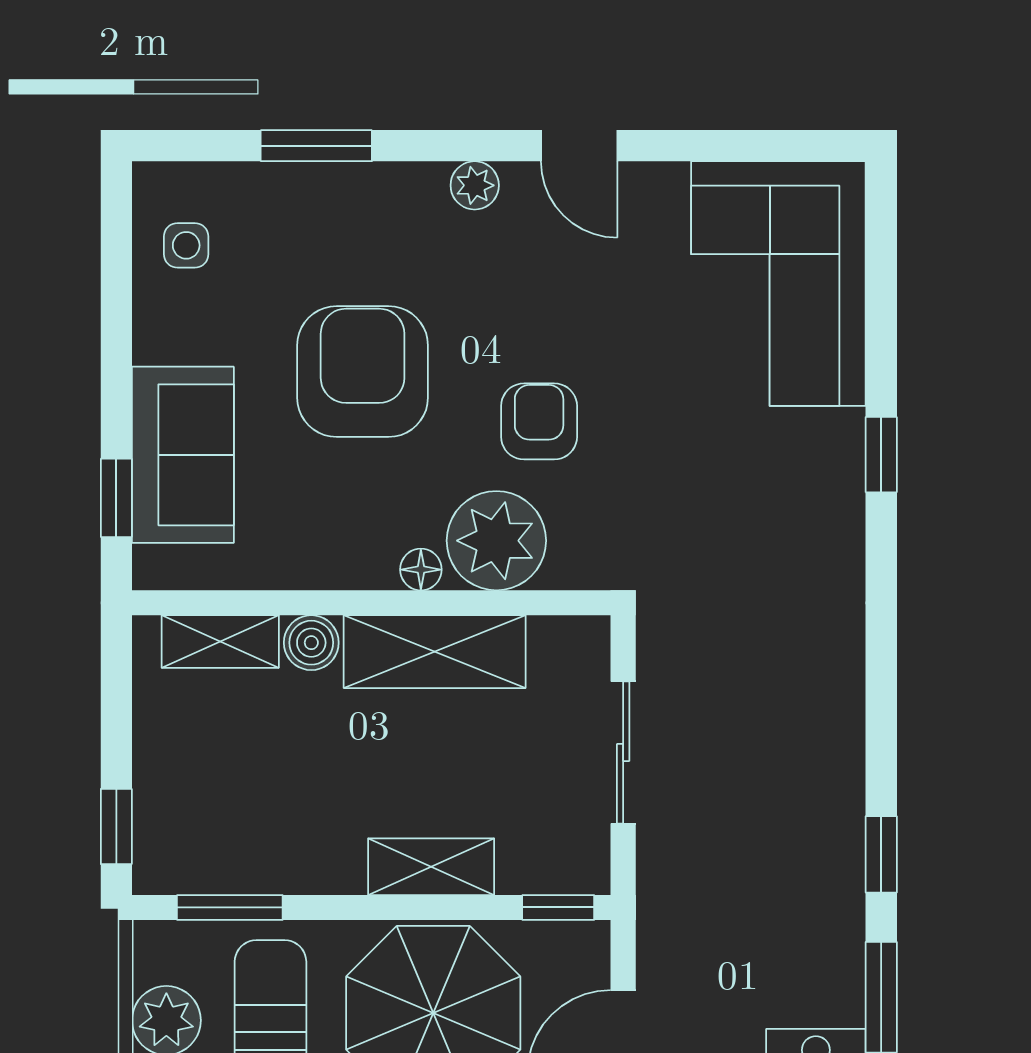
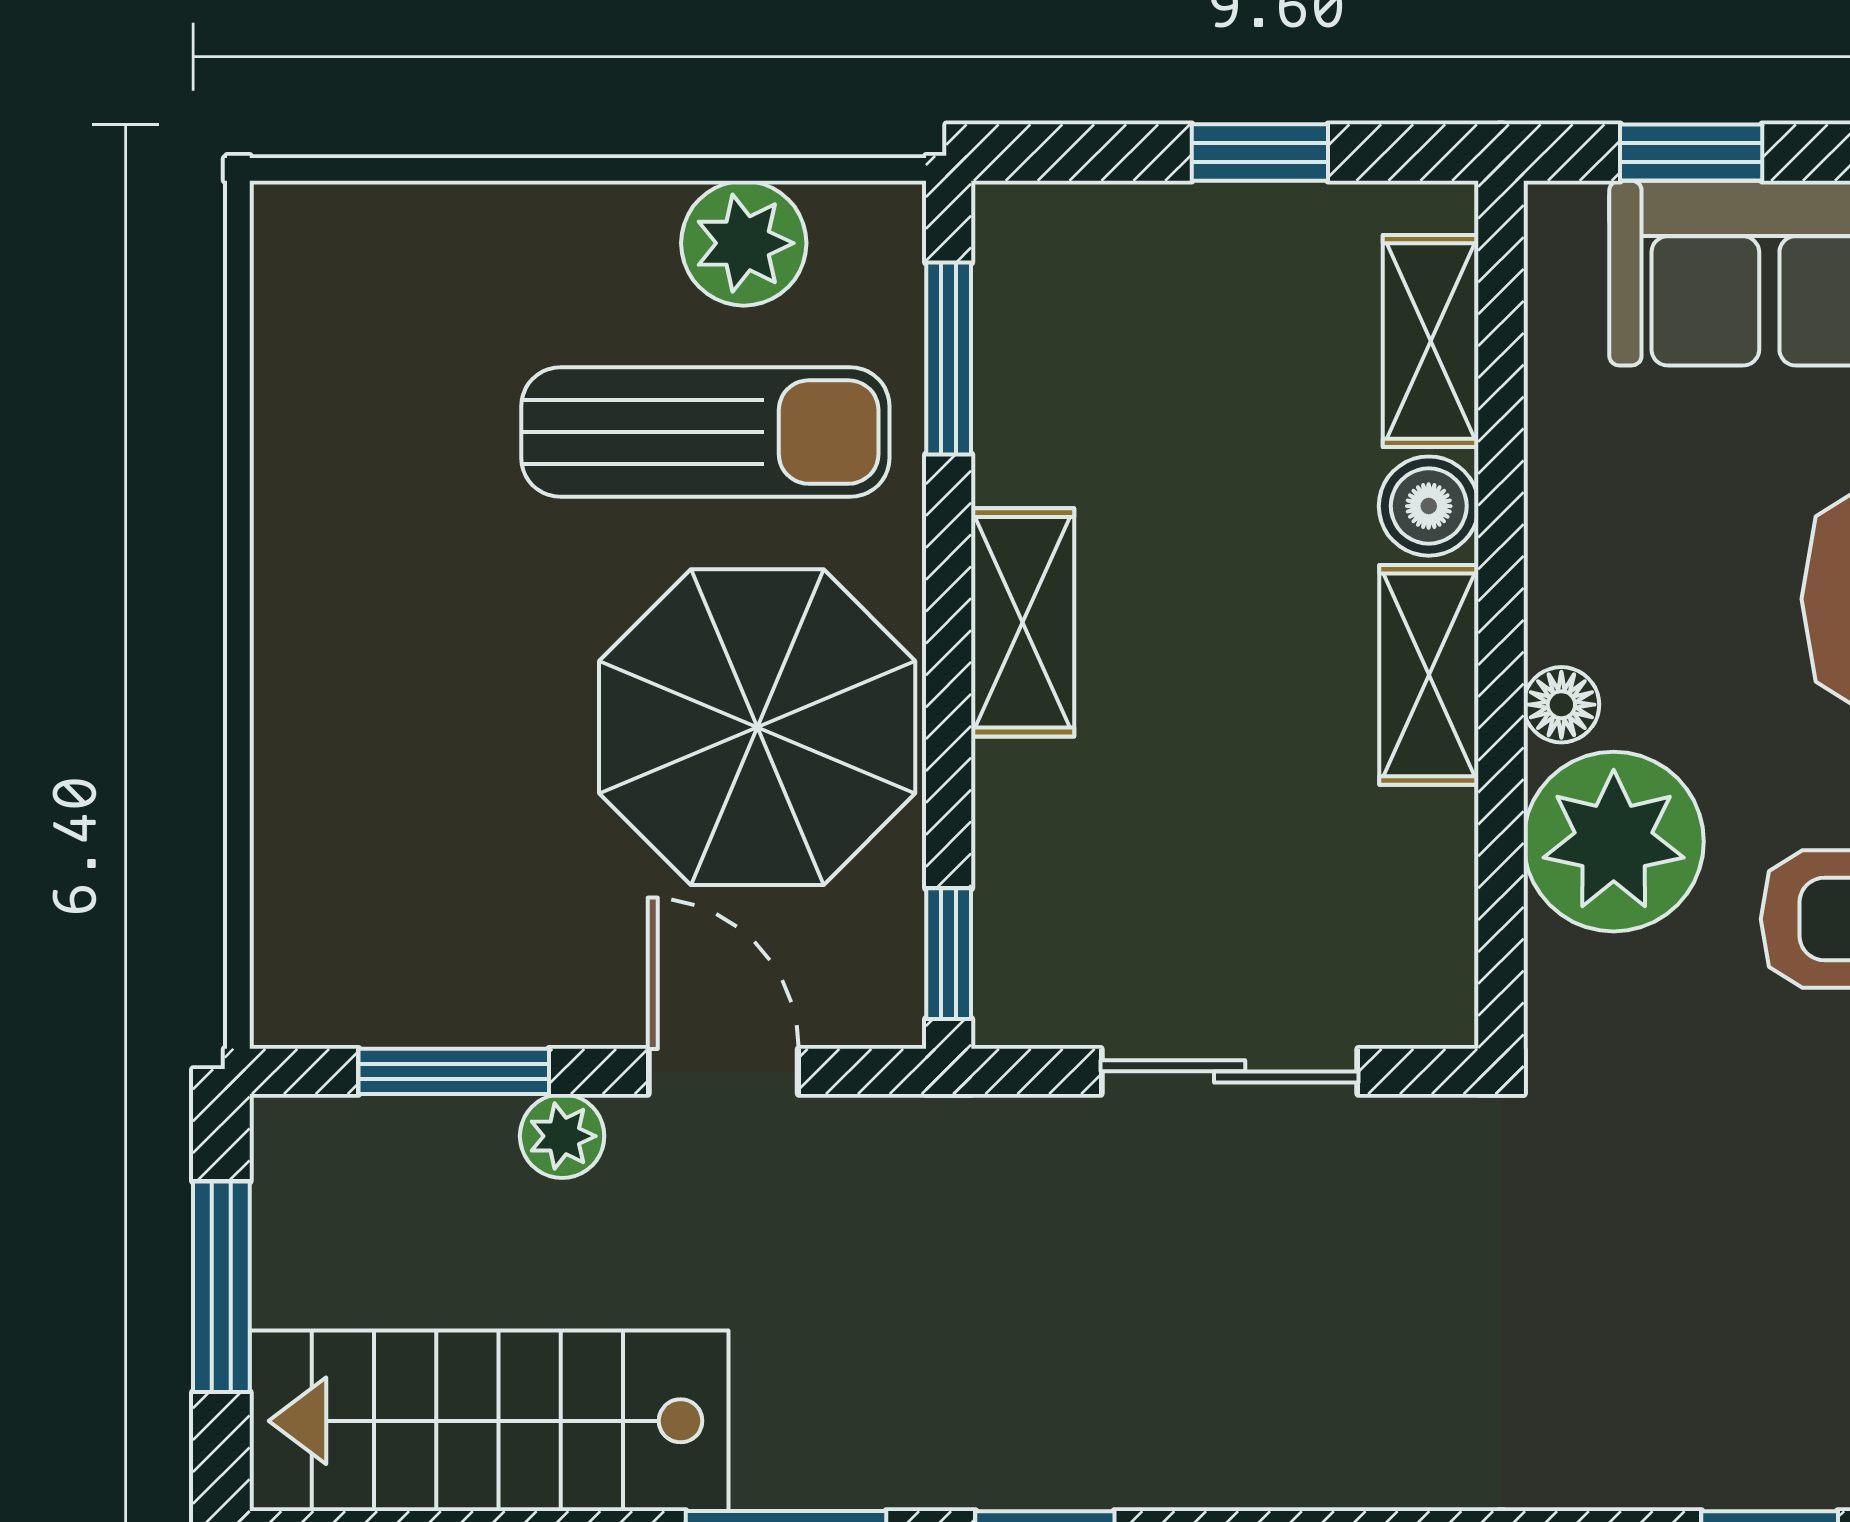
shelving: (435, 652) -> (1429, 675), width x0.67, depth x0.75
window: (116, 826) -> (1260, 153), moved
shelving: (431, 867) -> (1023, 622), moved

